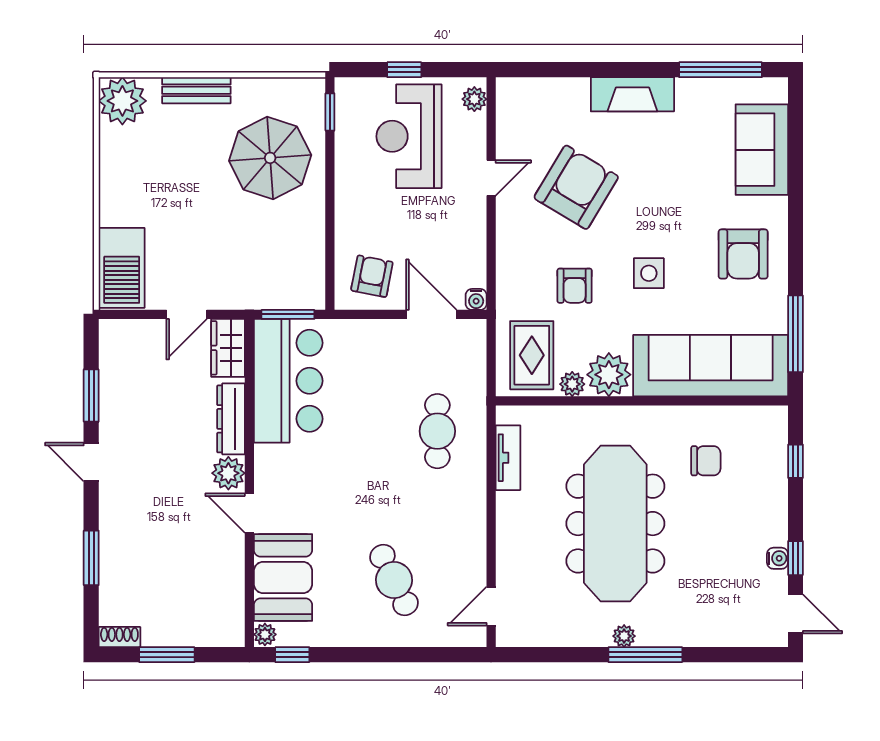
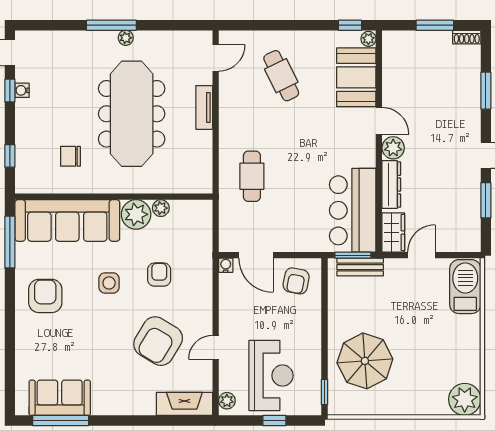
bench: (196, 90) -> (360, 267), moved
fireplace: (632, 94) -> (184, 404), moved
sofa: (762, 150) -> (60, 398), moved, turned -90
rug: (532, 355) -> (188, 228), removed
tv unit: (508, 458) -> (204, 107), moved

